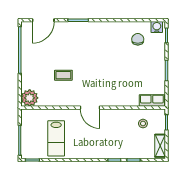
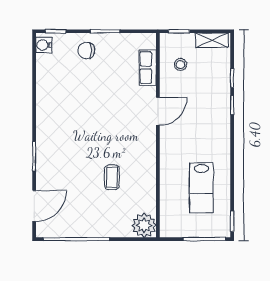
door: (43, 20) -> (34, 206), hinge flipped
chair: (138, 39) -> (86, 51), moved
row of seats: (152, 101) -> (148, 68), moved
door: (90, 108) -> (158, 111), moved
lab bench: (56, 138) -> (201, 188), turned 90

